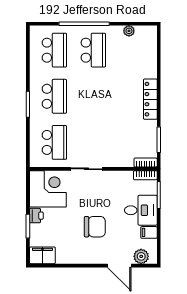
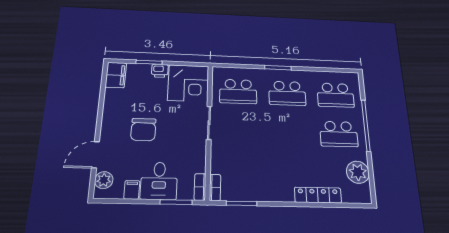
plant: (129, 31) -> (358, 172), width x1.87, depth x1.87
locker: (150, 99) -> (318, 195), moved

